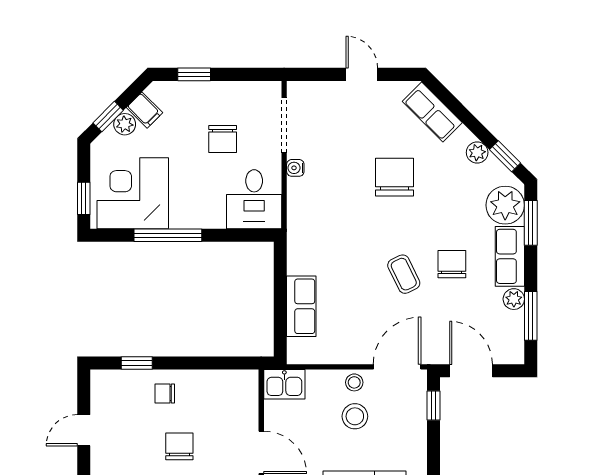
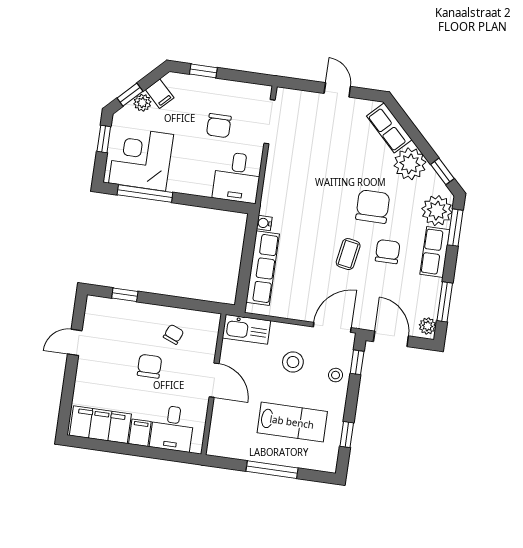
plant: (477, 152) -> (410, 164), width x1.88, depth x1.88
water cooler: (295, 168) -> (264, 223), moved
chair: (394, 177) -> (373, 207), moved
window: (84, 198) -> (104, 139), moved
window: (168, 235) -> (145, 194), moved
coffee table: (404, 274) -> (348, 254), turned 36
plant: (514, 299) -> (427, 326), moved
row of seats: (301, 306) -> (263, 268), width x1.48
stool: (354, 382) -> (336, 375), moved
kitchen sink: (284, 384) -> (246, 329), width x1.38
chair: (165, 394) -> (174, 334), moved, turned 112

